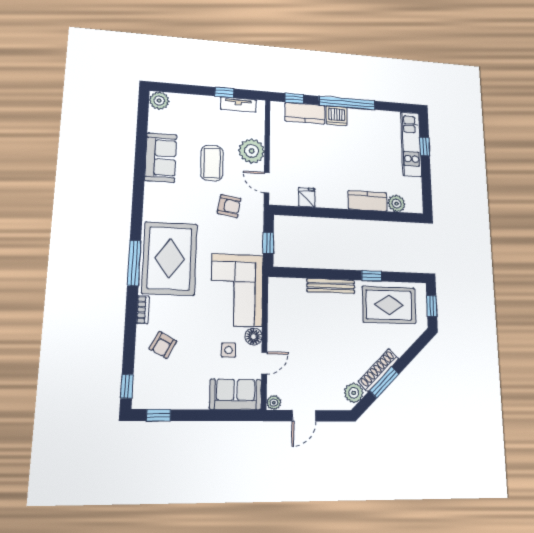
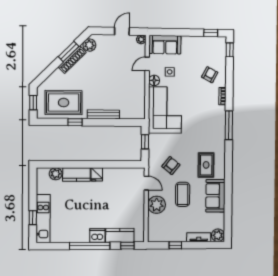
tv unit: (238, 105) -> (199, 237), moved
fridge: (307, 197) -> (97, 174), moved
armchair: (229, 206) -> (171, 166), turned 120
rug: (170, 258) -> (206, 165), moved, width x0.54, depth x0.49

